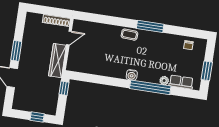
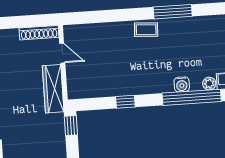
door: (69, 38) -> (62, 53), hinge flipped
water cooler: (132, 75) -> (182, 84), moved
window: (105, 80) -> (125, 102), added

